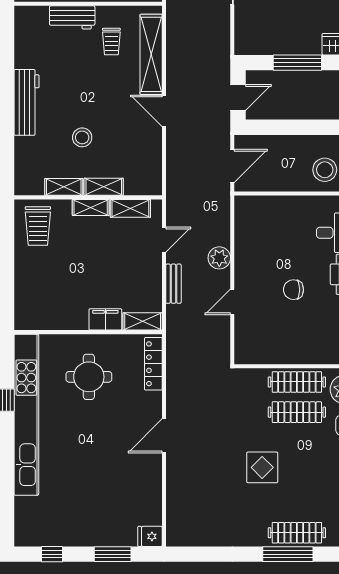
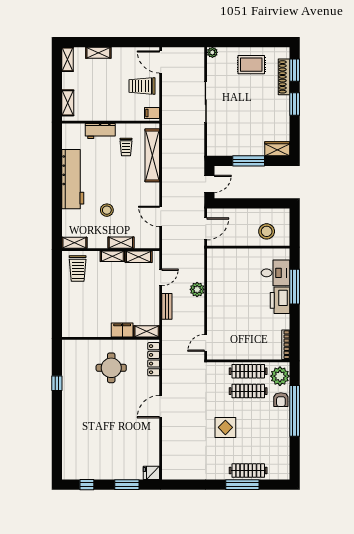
workbench: (27, 102) -> (73, 179), width x1.36, depth x1.32
door: (164, 111) -> (161, 217), moved
shelving: (64, 187) -> (74, 243), moved
chair: (293, 290) -> (246, 310), removed
door: (232, 302) -> (206, 343), moved
kitchen unit: (26, 415) -> (70, 393), removed

